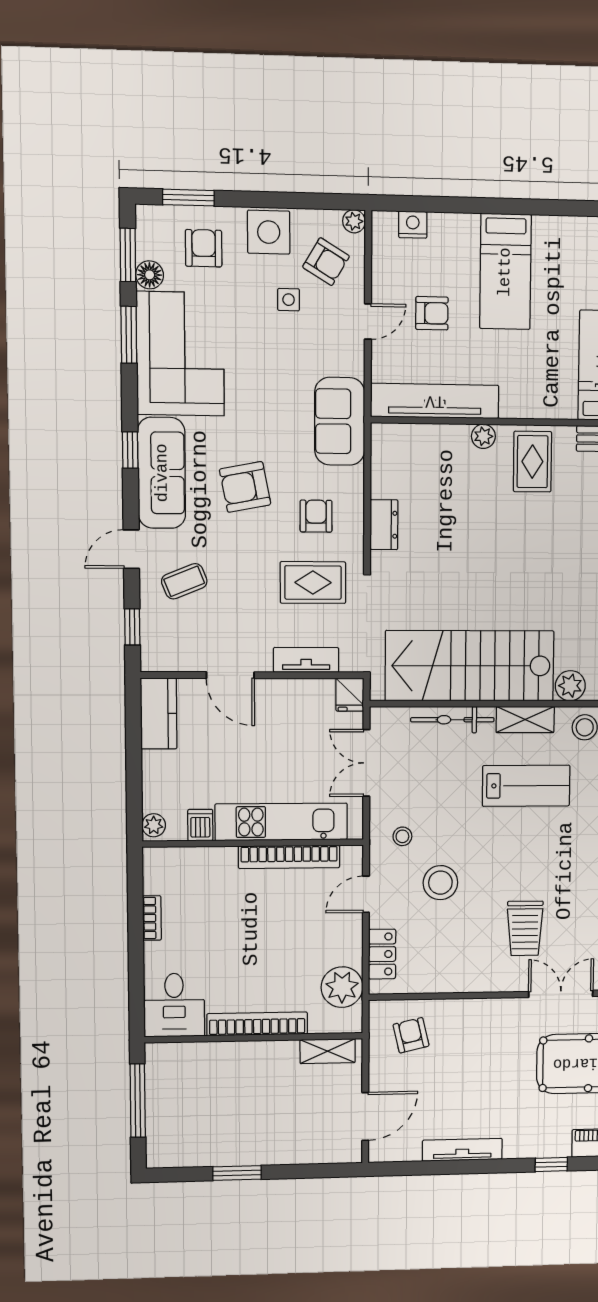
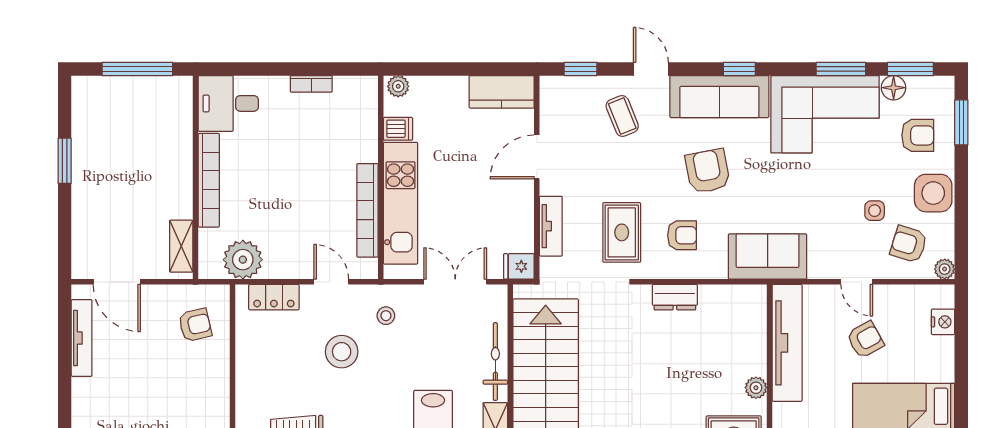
armchair: (326, 262) -> (909, 244), turned 76
armchair: (432, 313) -> (865, 340), turned -119
tv unit: (462, 1150) -> (82, 338), moved

